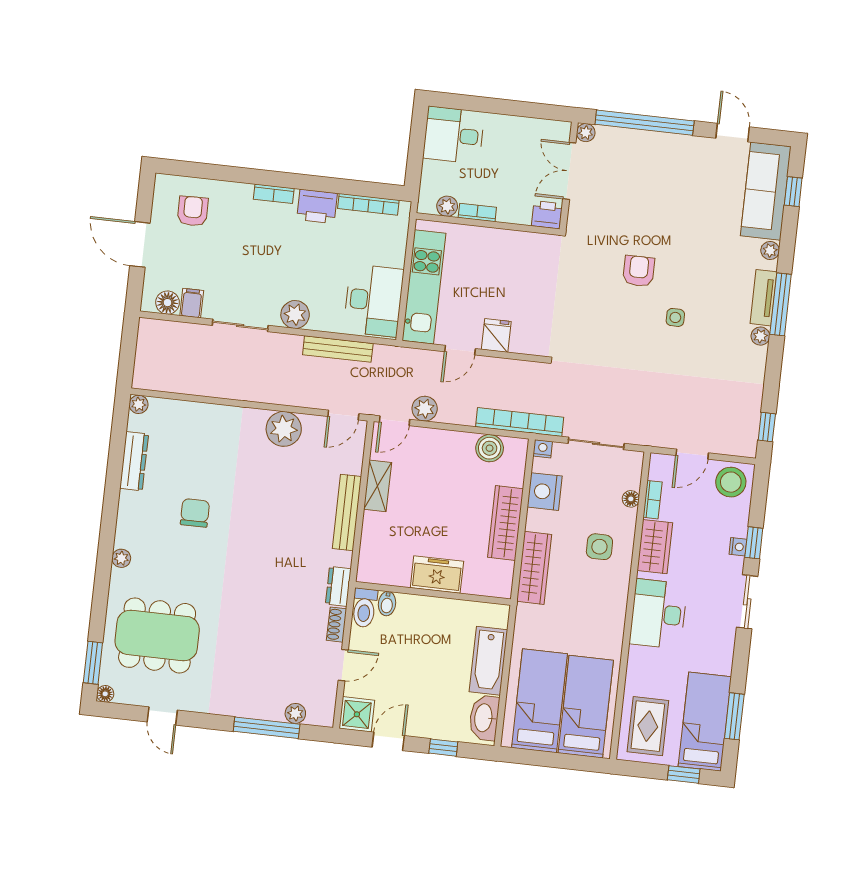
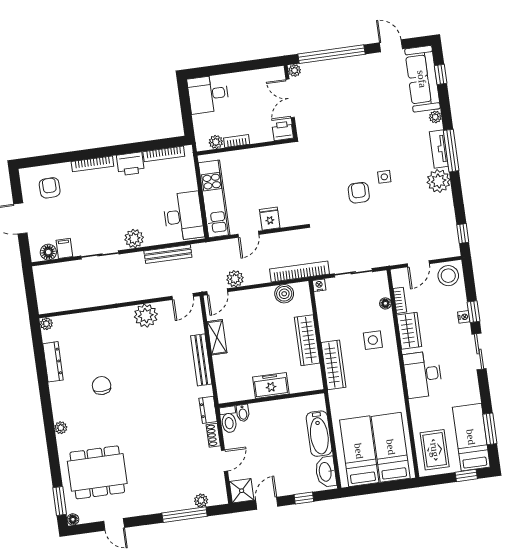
bookcase: (274, 194) -> (92, 164), width x1.56
armchair: (639, 271) -> (359, 193), moved
plant: (760, 336) -> (439, 181), width x1.88, depth x1.88
nightstand: (545, 492) -> (328, 313), removed

